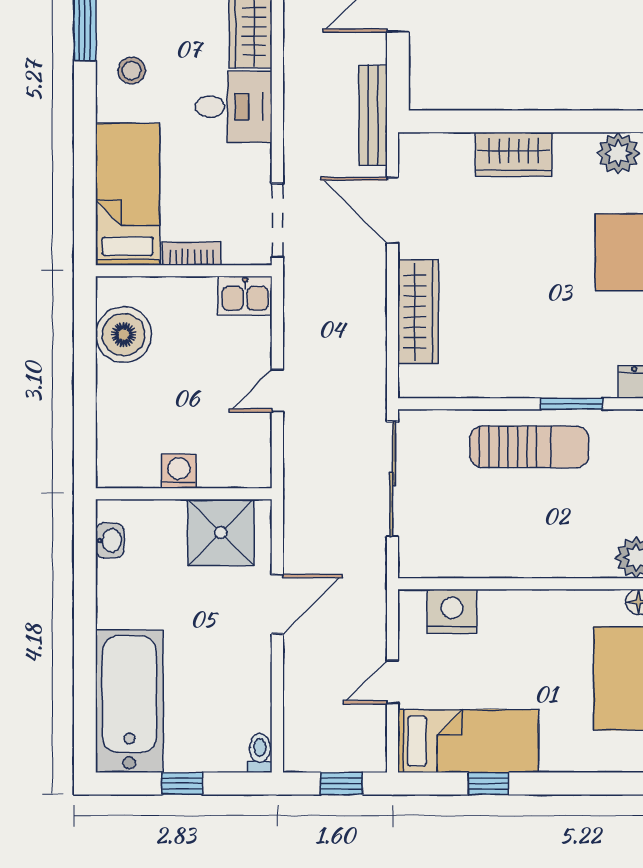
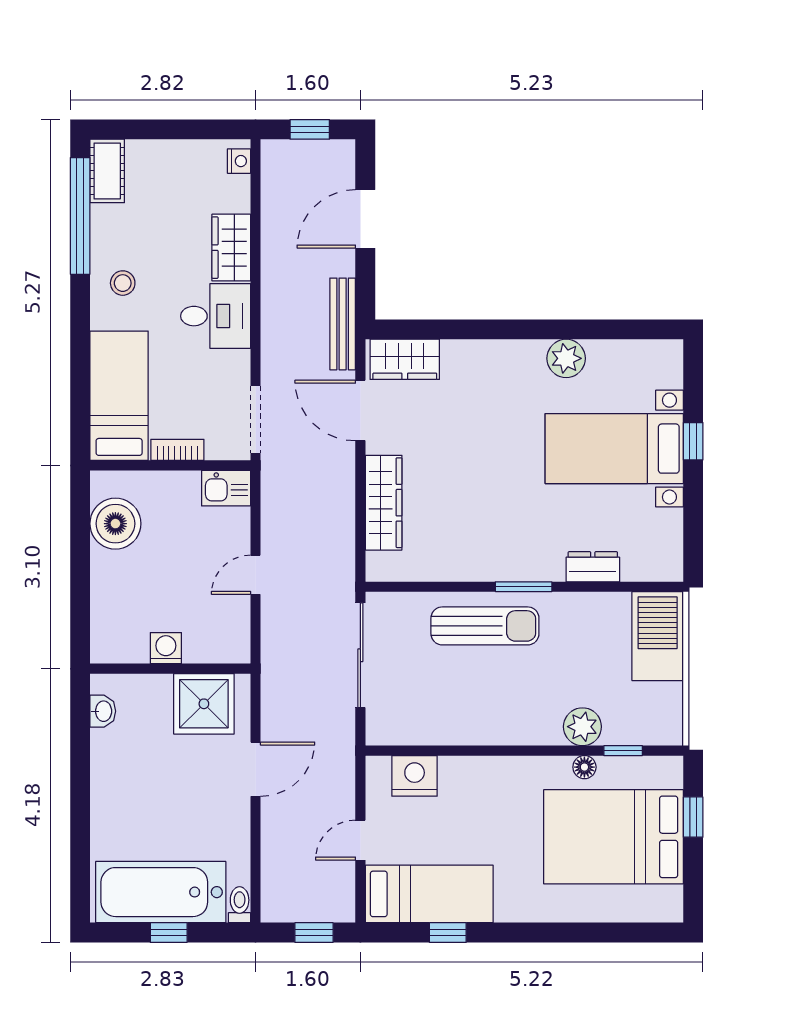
wardrobe: (514, 154) -> (405, 359), moved
bathtub: (129, 701) -> (161, 892), moved, turned -90

